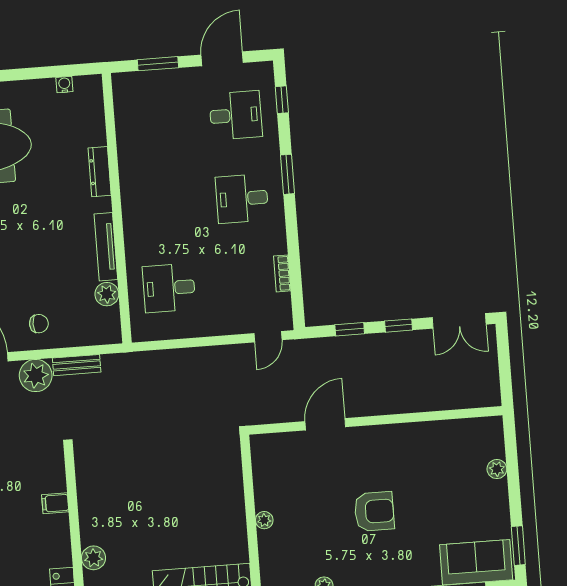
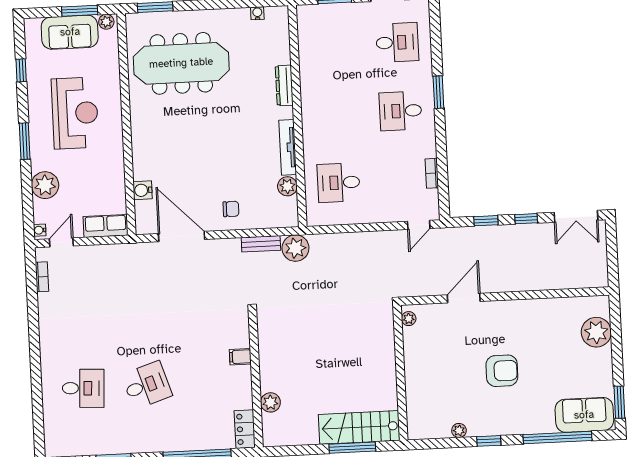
window: (282, 100) -> (435, 31), removed
plant: (36, 375) -> (295, 248), moved
plant: (497, 469) -> (596, 332), width x1.88, depth x1.88
plant: (264, 520) -> (409, 319), moved

